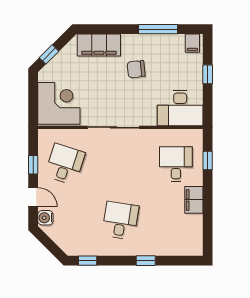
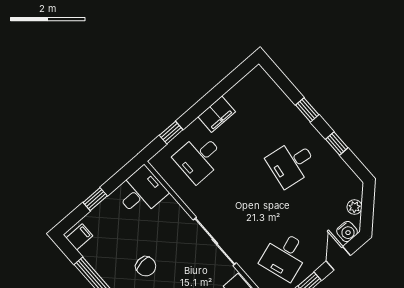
desk: (180, 108) -> (141, 192), width x0.73
desk: (65, 164) -> (285, 256), turned -36
plant: (57, 236) -> (354, 207), added
window: (88, 261) -> (337, 144), moved

